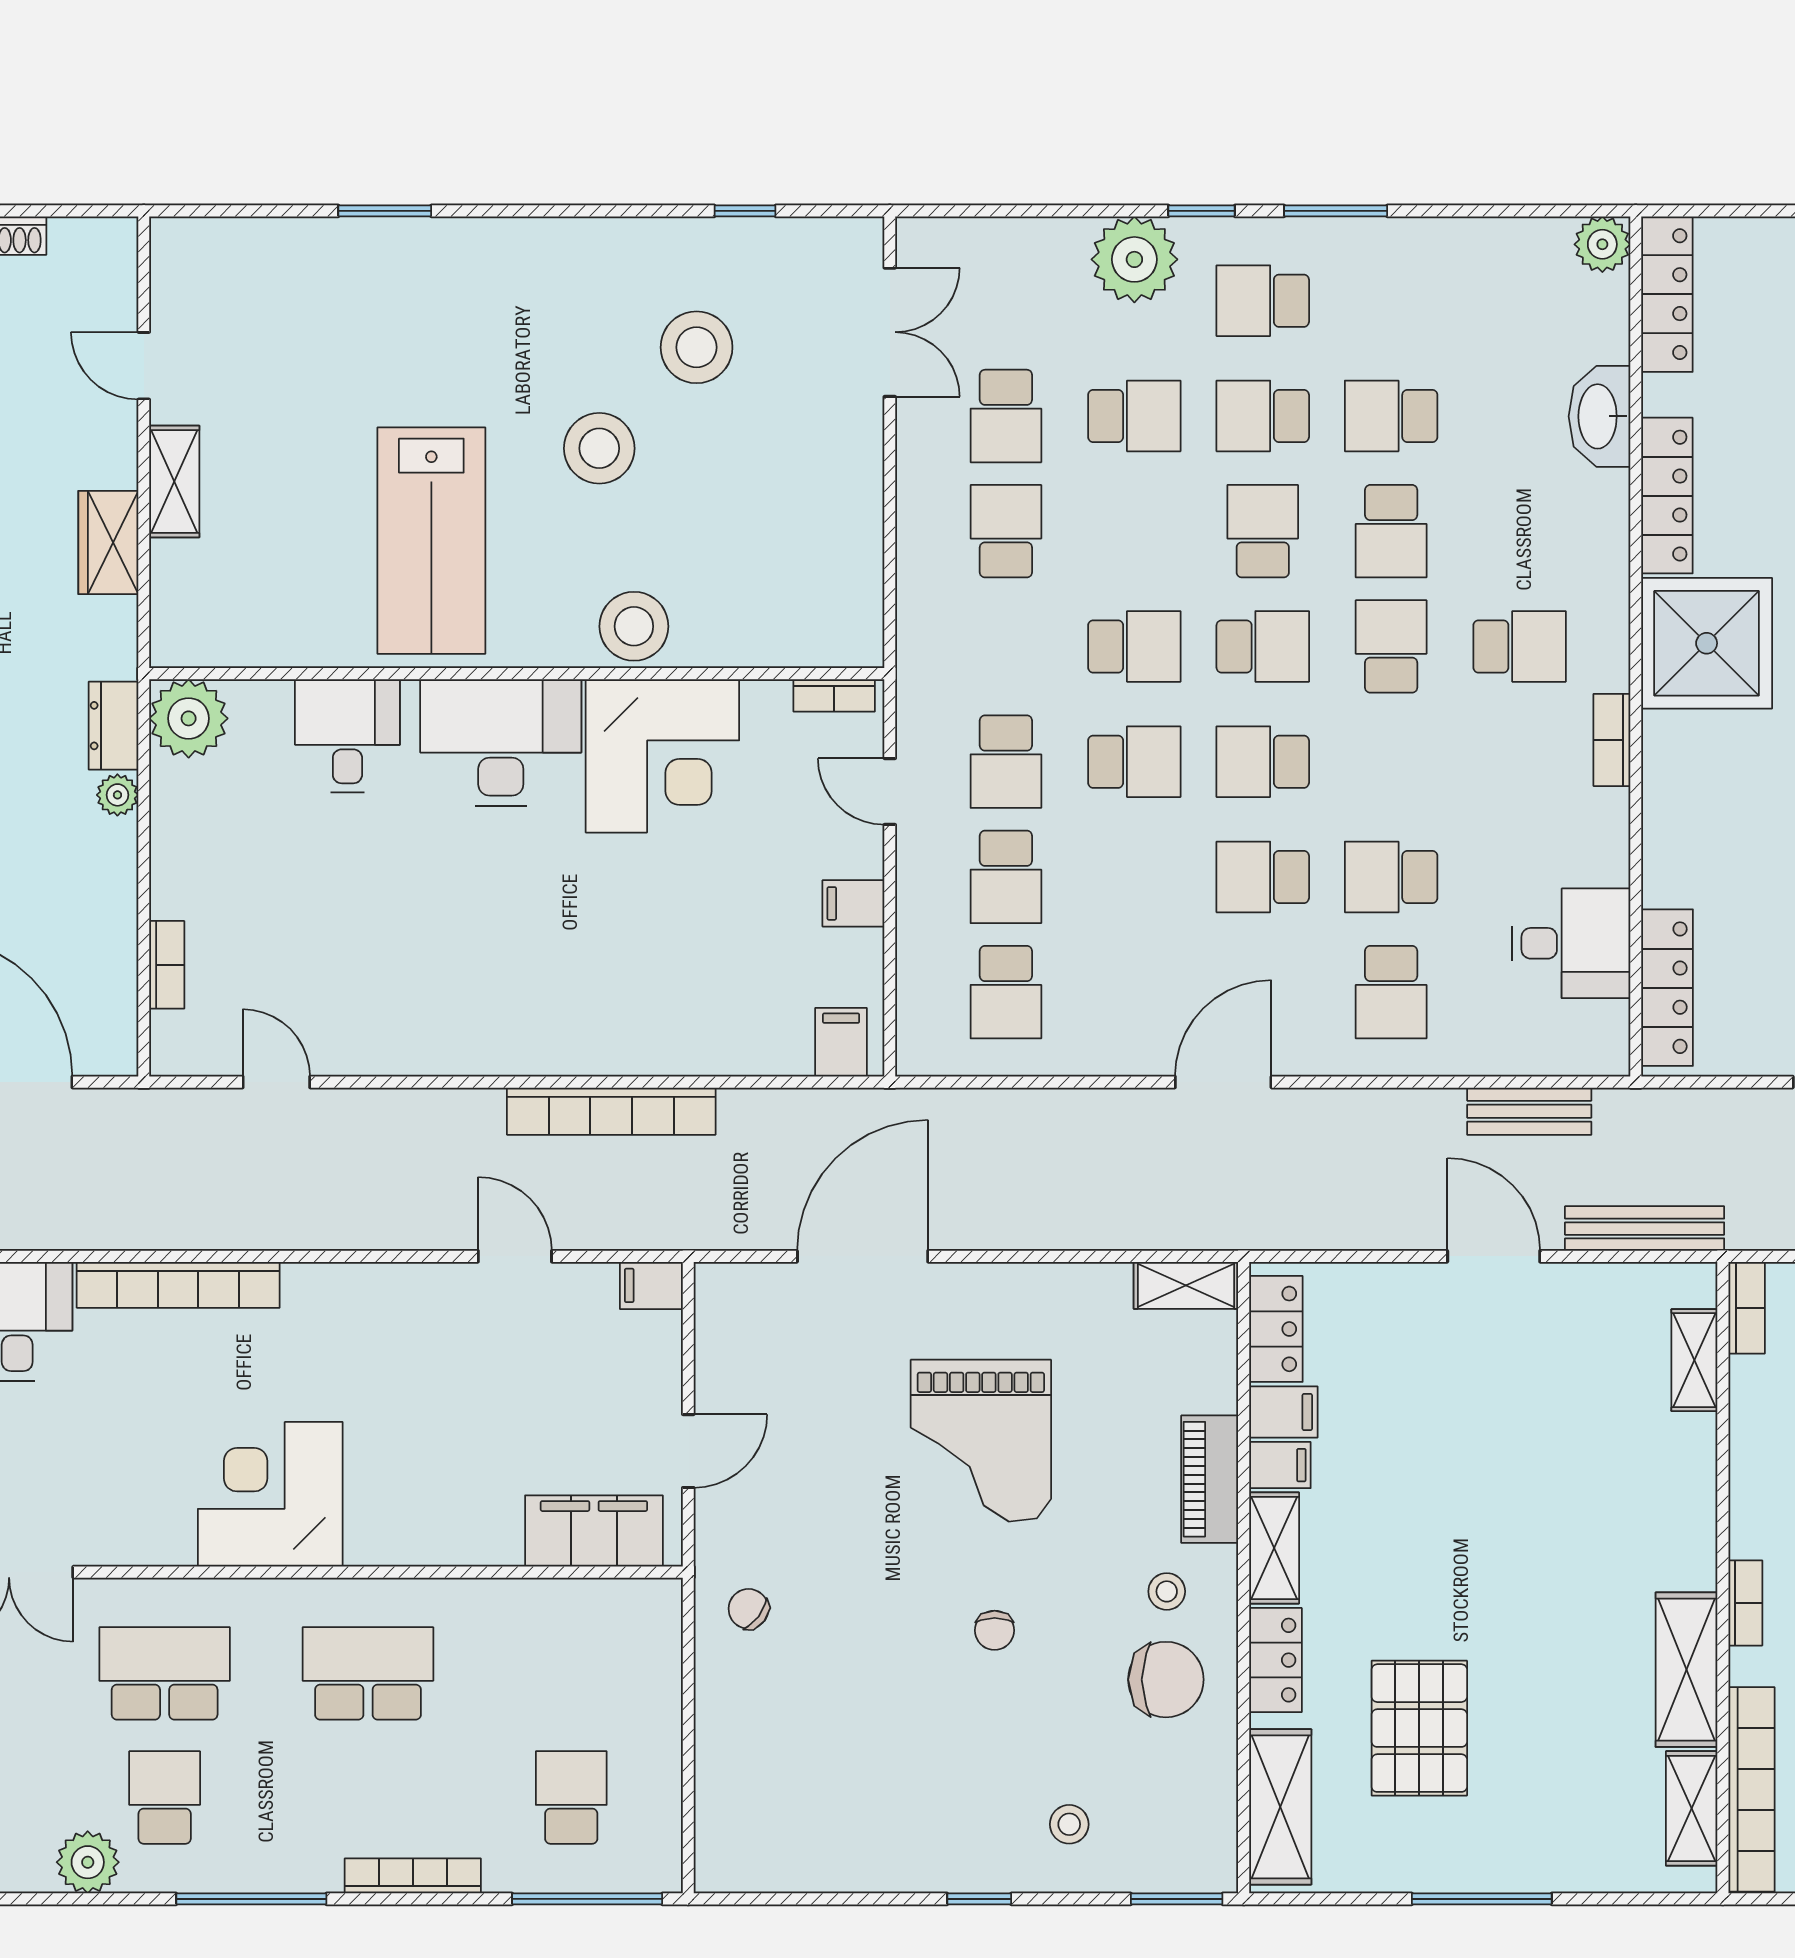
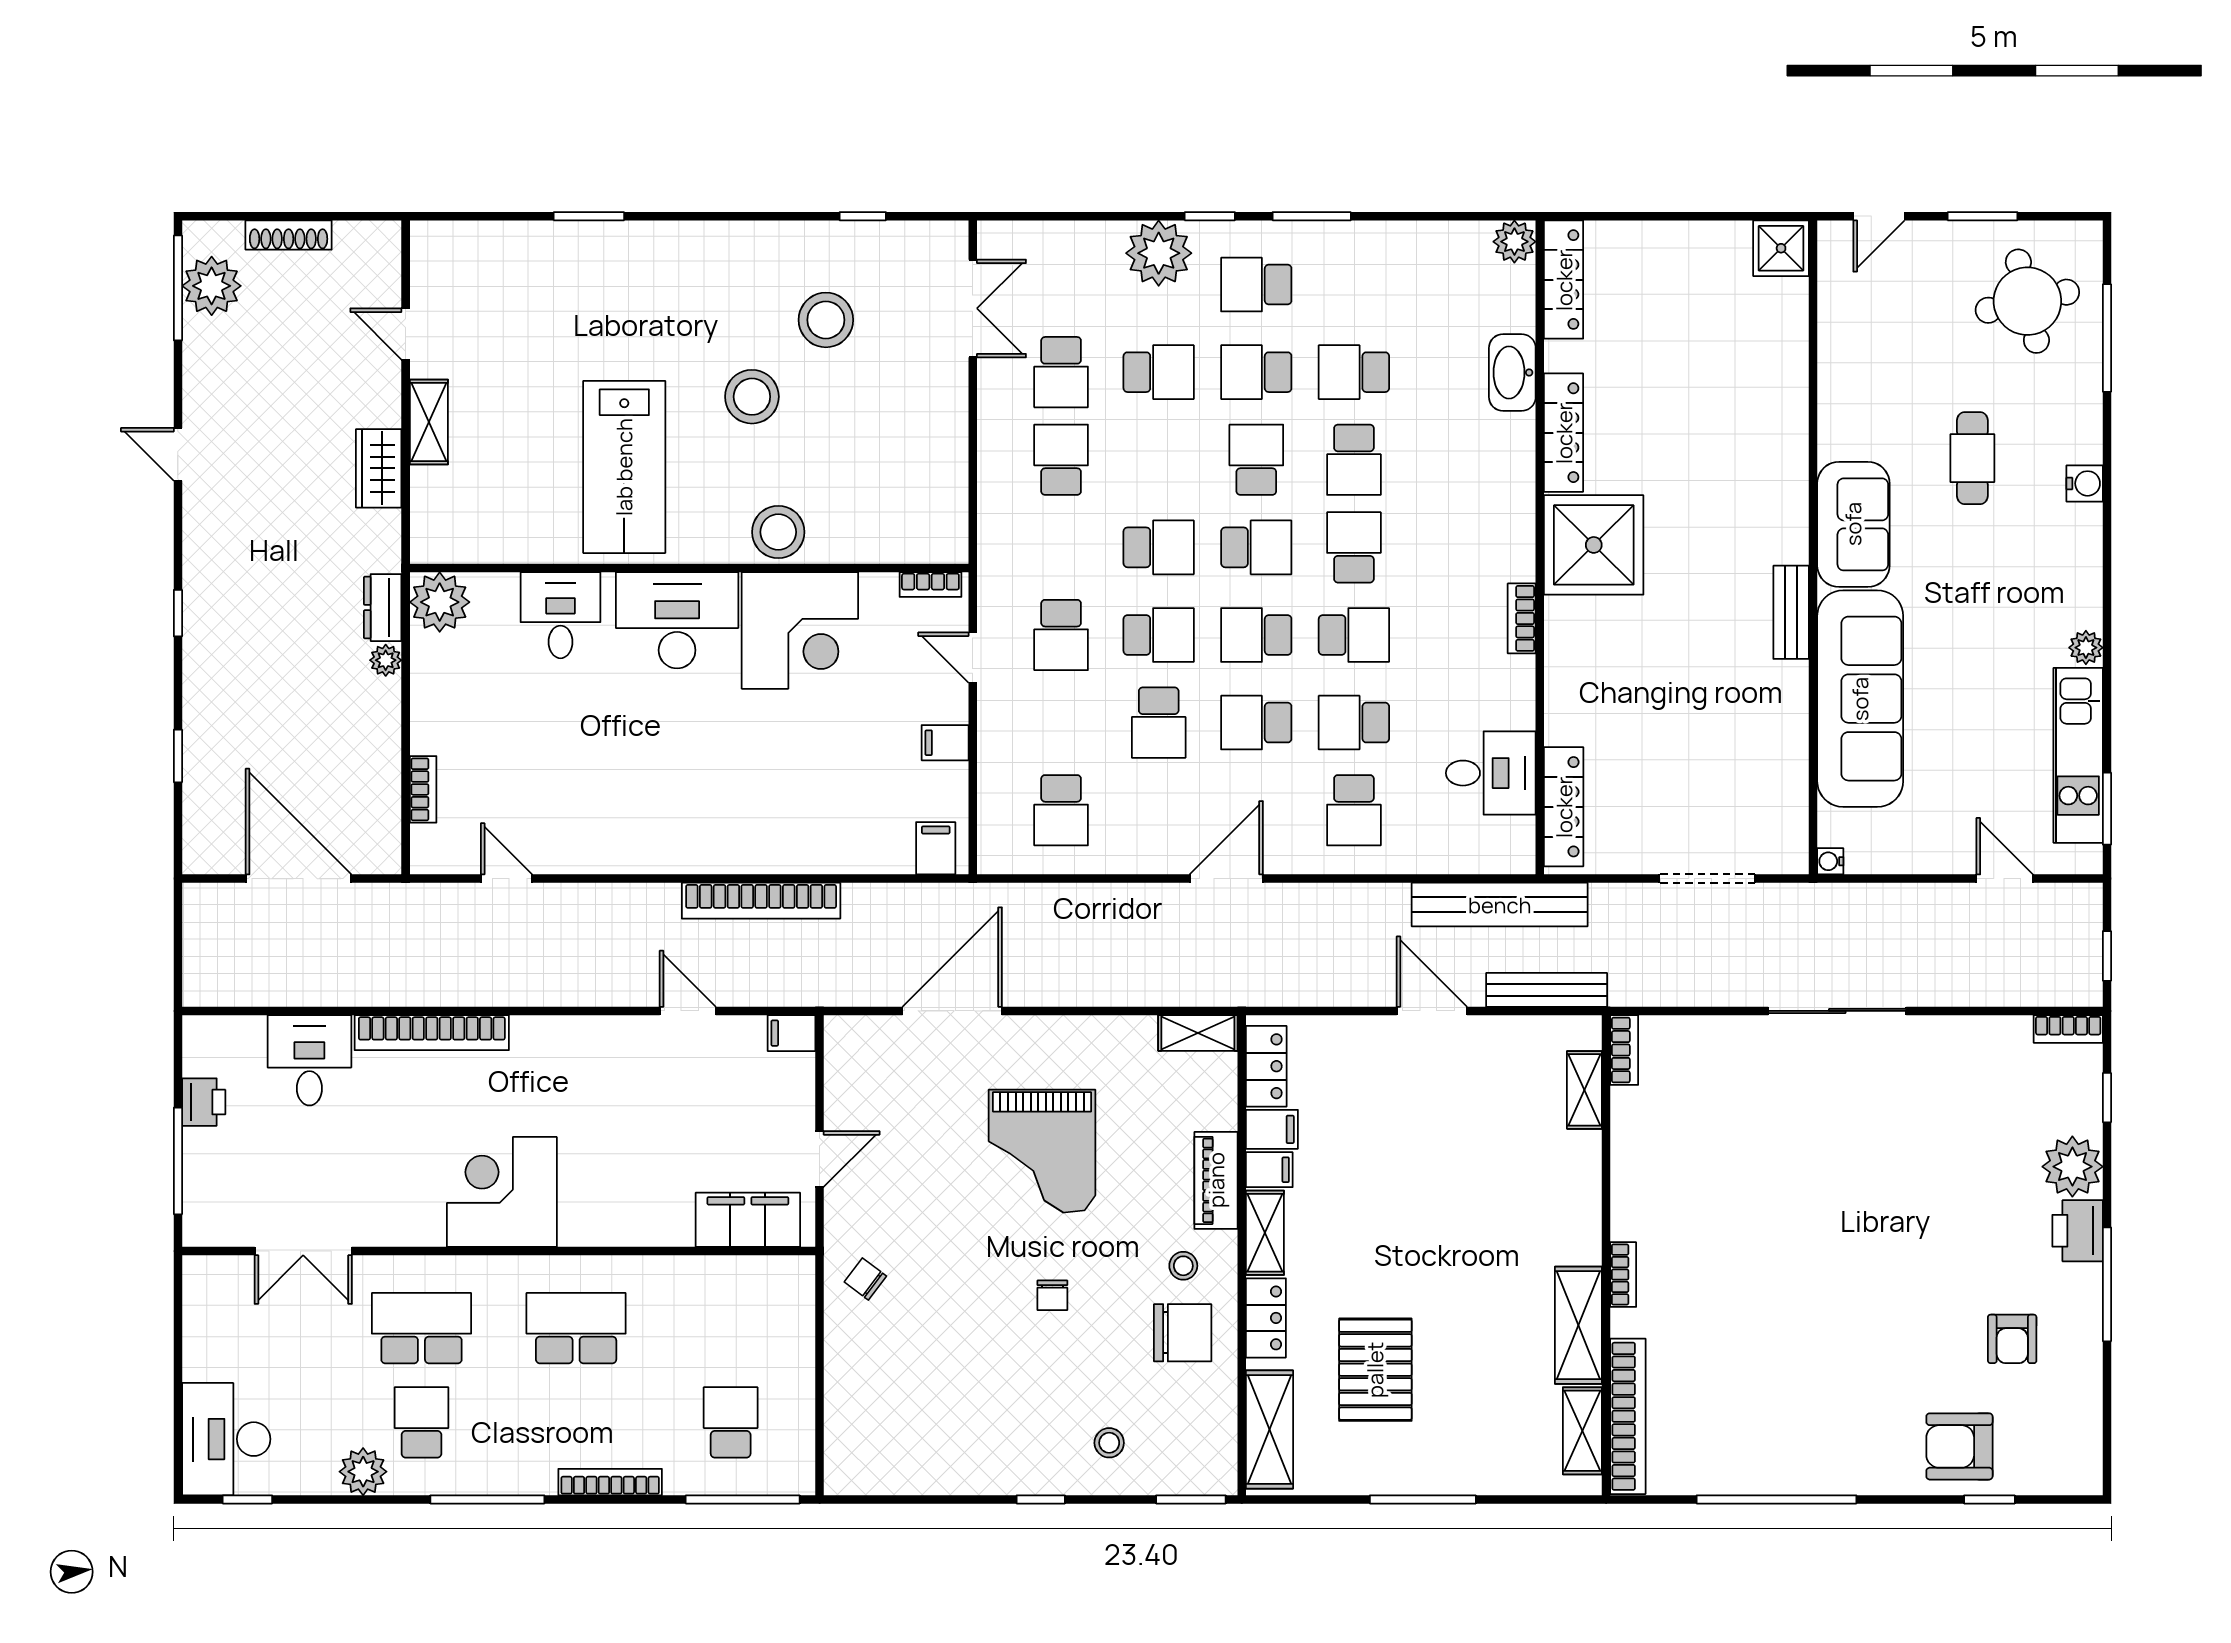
school desk: (1520, 646) -> (1354, 635), moved
school desk: (1006, 877) -> (1159, 723), moved
bench: (1529, 1111) -> (1500, 905), width x1.86, depth x1.21

